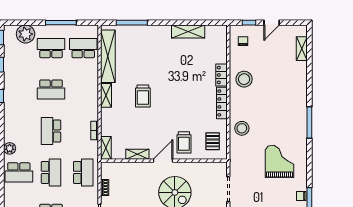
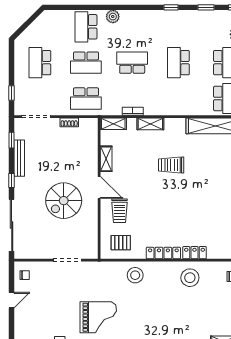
shelving: (106, 95) -> (150, 124), moved
trolley: (184, 142) -> (119, 211), turned -90

